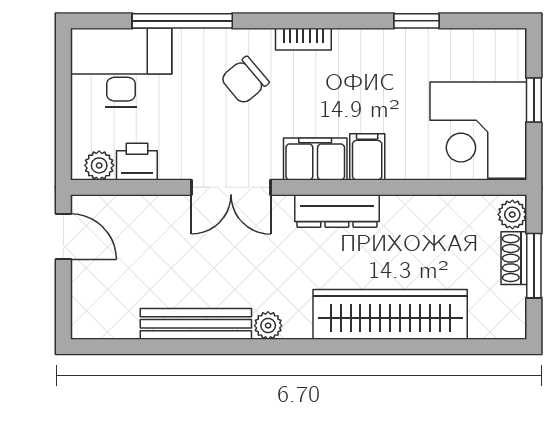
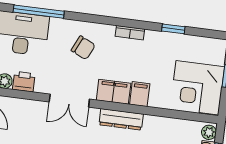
window: (182, 21) -> (39, 12), moved
bookcase: (303, 39) -> (130, 33), moved
chair: (245, 80) -> (83, 48), turned -115

